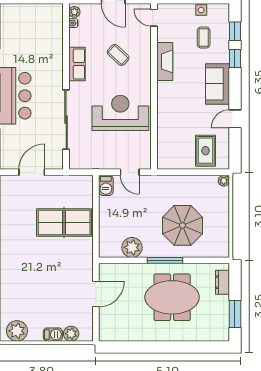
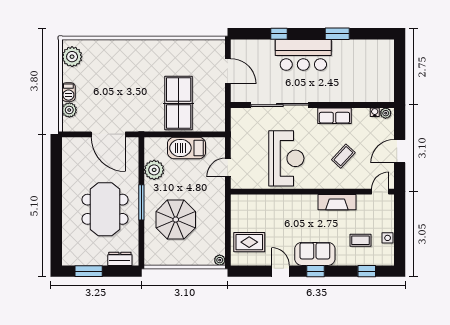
window: (235, 58) -> (315, 271), moved
barbecue: (106, 185) -> (186, 148), moved, width x1.88, depth x1.53
door: (96, 294) -> (108, 134), width x1.36

